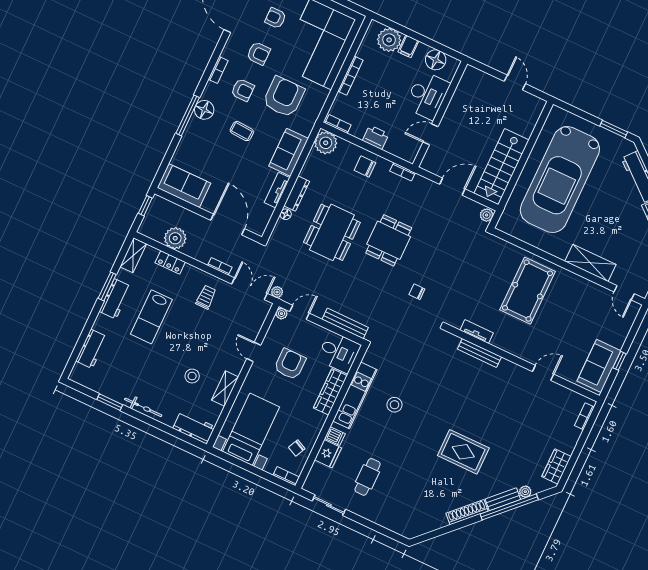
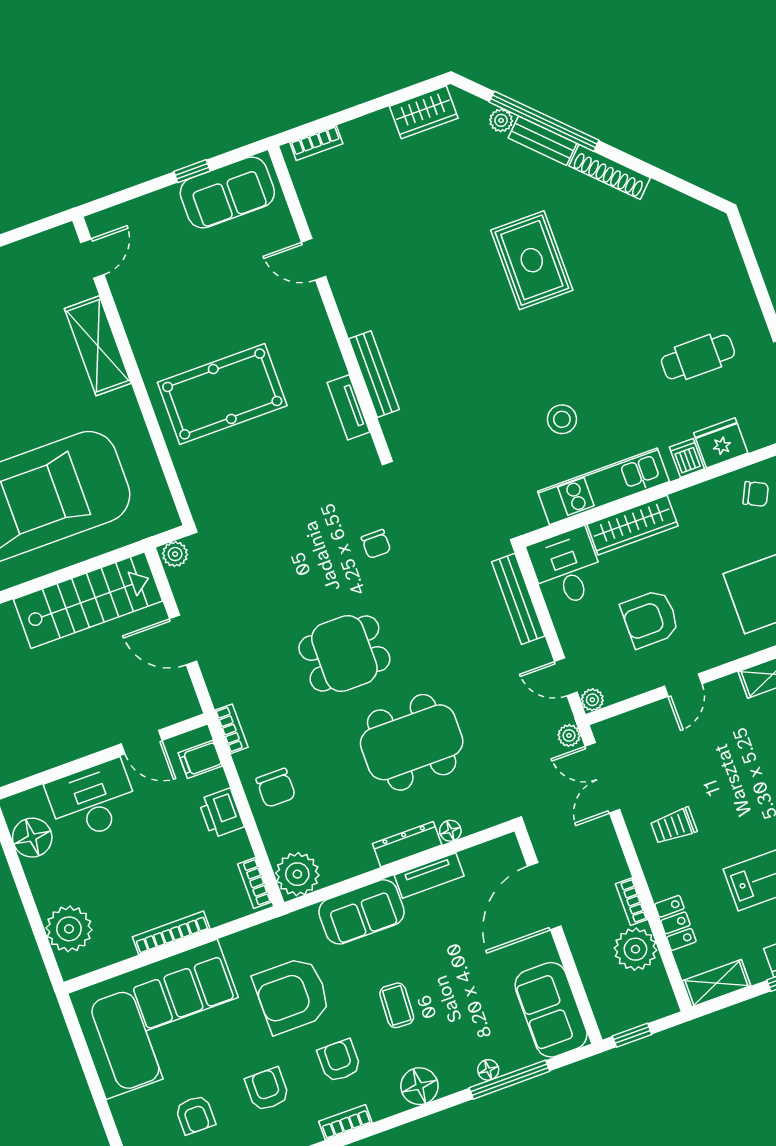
filing cabinet: (408, 46) -> (200, 759), moved, turned 180
window: (188, 115) -> (509, 1080), moved
floor lamp: (185, 141) -> (488, 1070), added
bookcase: (220, 266) -> (631, 902), moved

